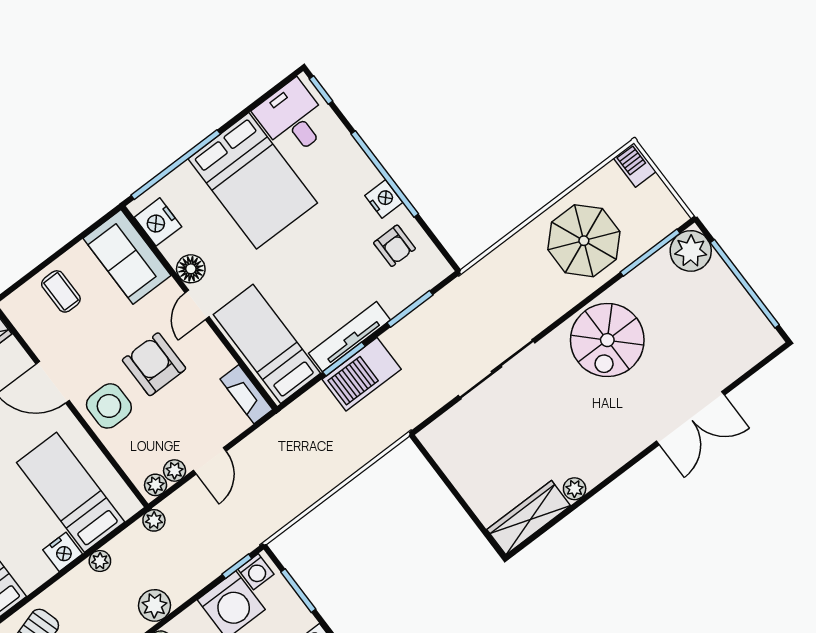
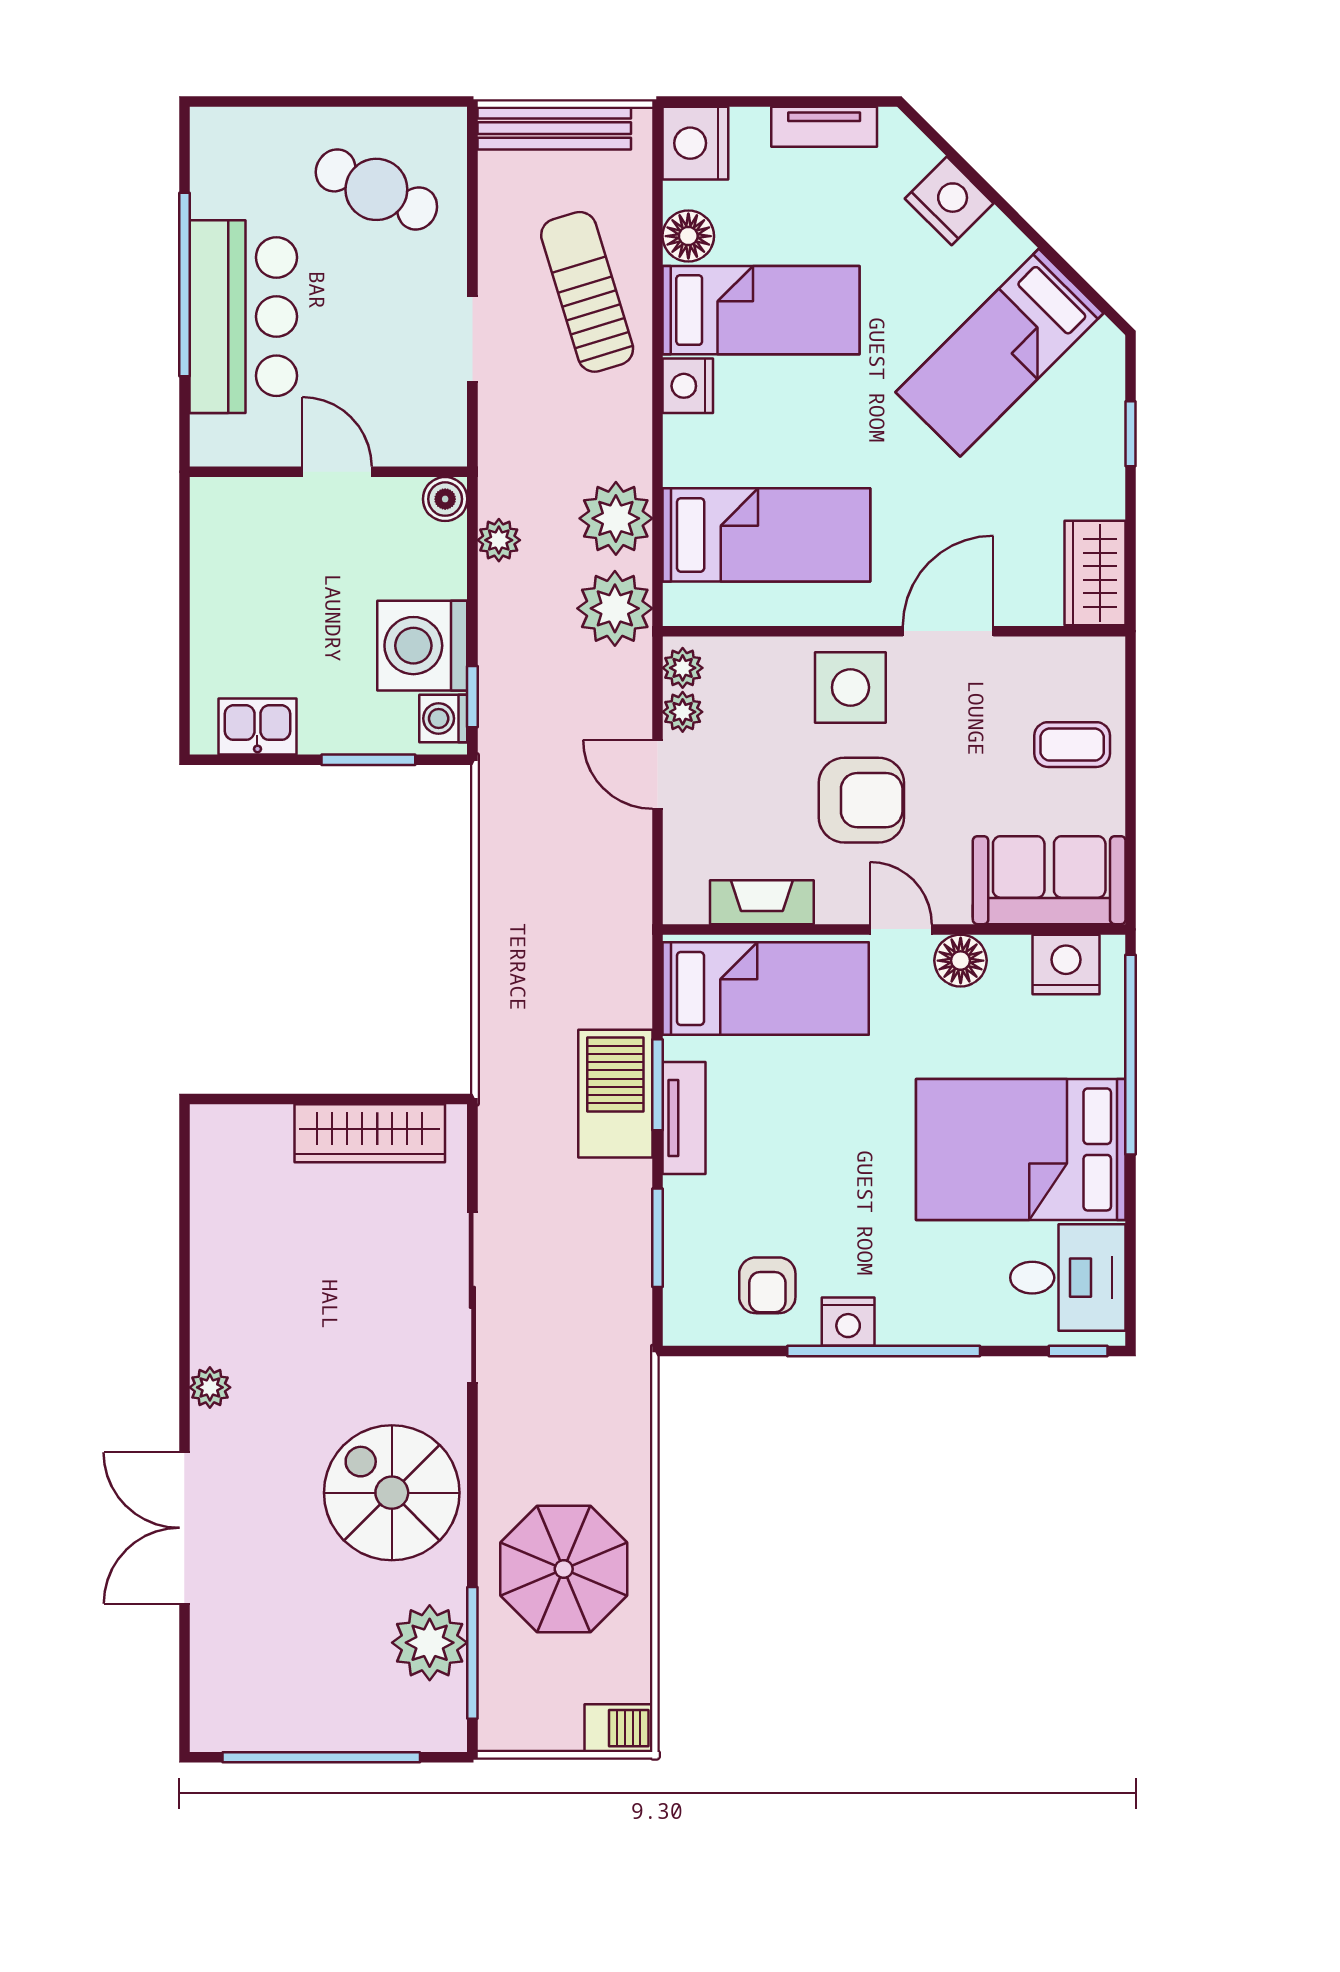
armchair: (395, 246) -> (767, 1285), turned -90
plant: (691, 251) -> (430, 1643), moved
tv unit: (350, 337) -> (684, 1118), width x0.71
fireplace: (246, 394) -> (762, 902), moved
plant: (575, 489) -> (210, 1387), moved
wardrobe: (529, 518) -> (370, 1133), moved, turned 90
plant: (154, 520) -> (615, 608), width x1.87, depth x1.87
nightstand: (63, 552) -> (688, 386), moved
plant: (100, 561) -> (616, 518), width x1.87, depth x1.87
plant: (155, 605) -> (499, 540), width x0.73, depth x0.73

